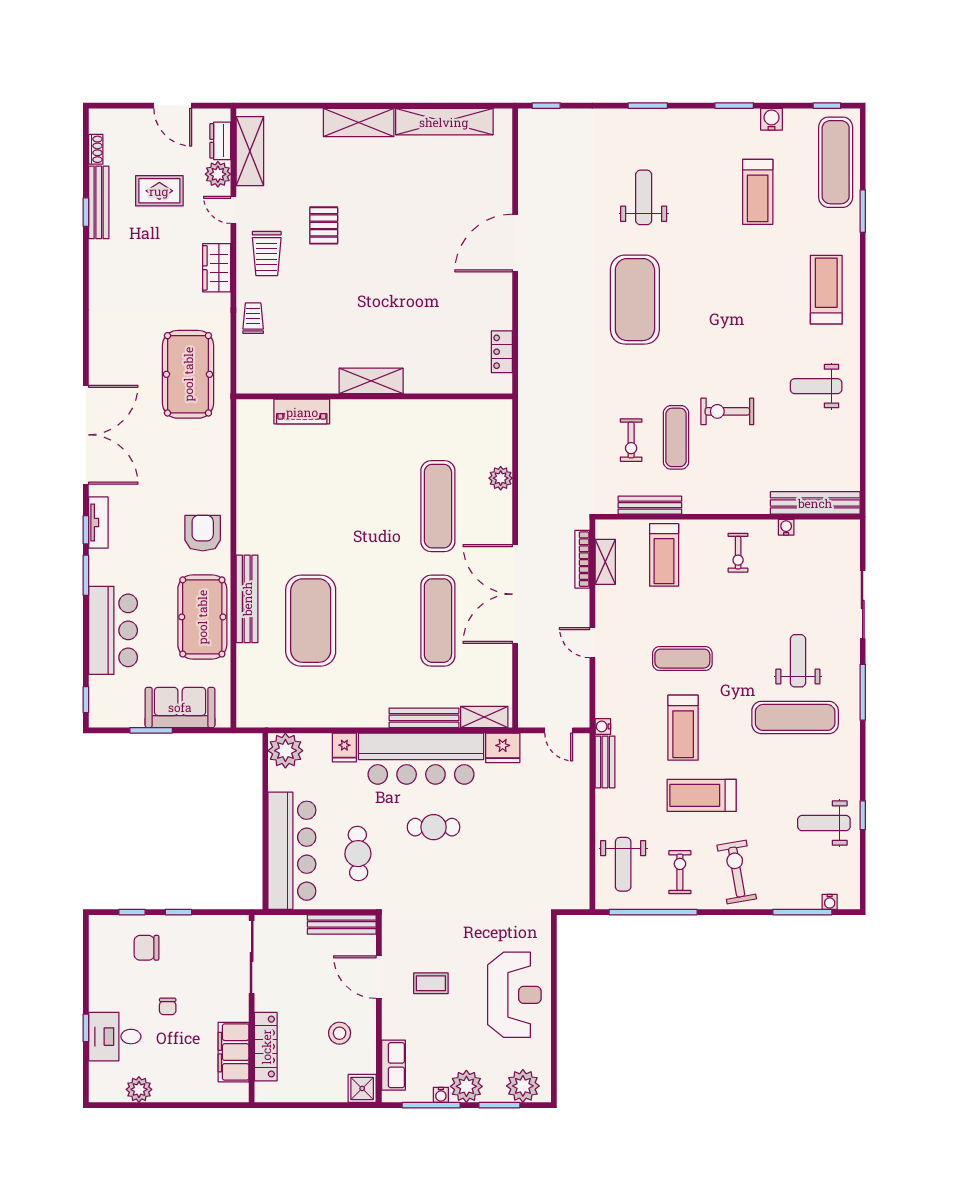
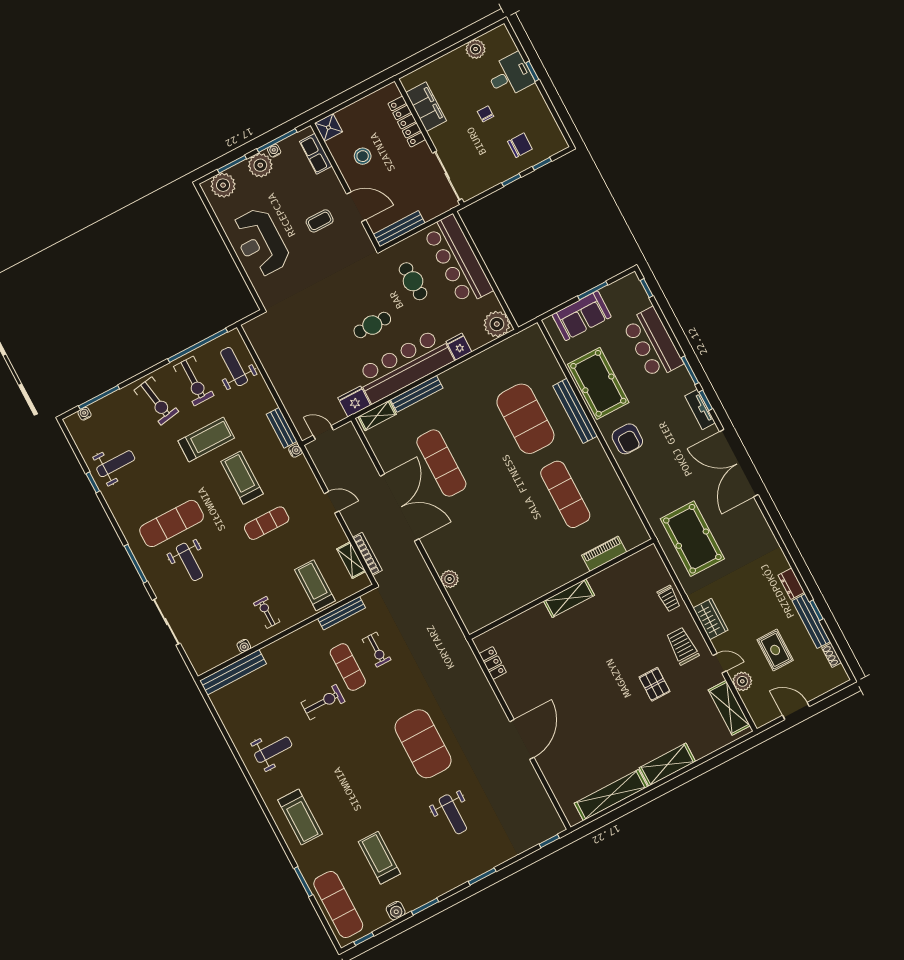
dresser: (220, 141) -> (791, 584), moved, turned 180
rug: (159, 191) -> (775, 650), turned 90
exercise bike: (631, 440) -> (377, 650), turned 180
exercise mat: (438, 506) -> (565, 494), moved
exercise bike: (680, 872) -> (194, 381), width x1.38, depth x1.39

